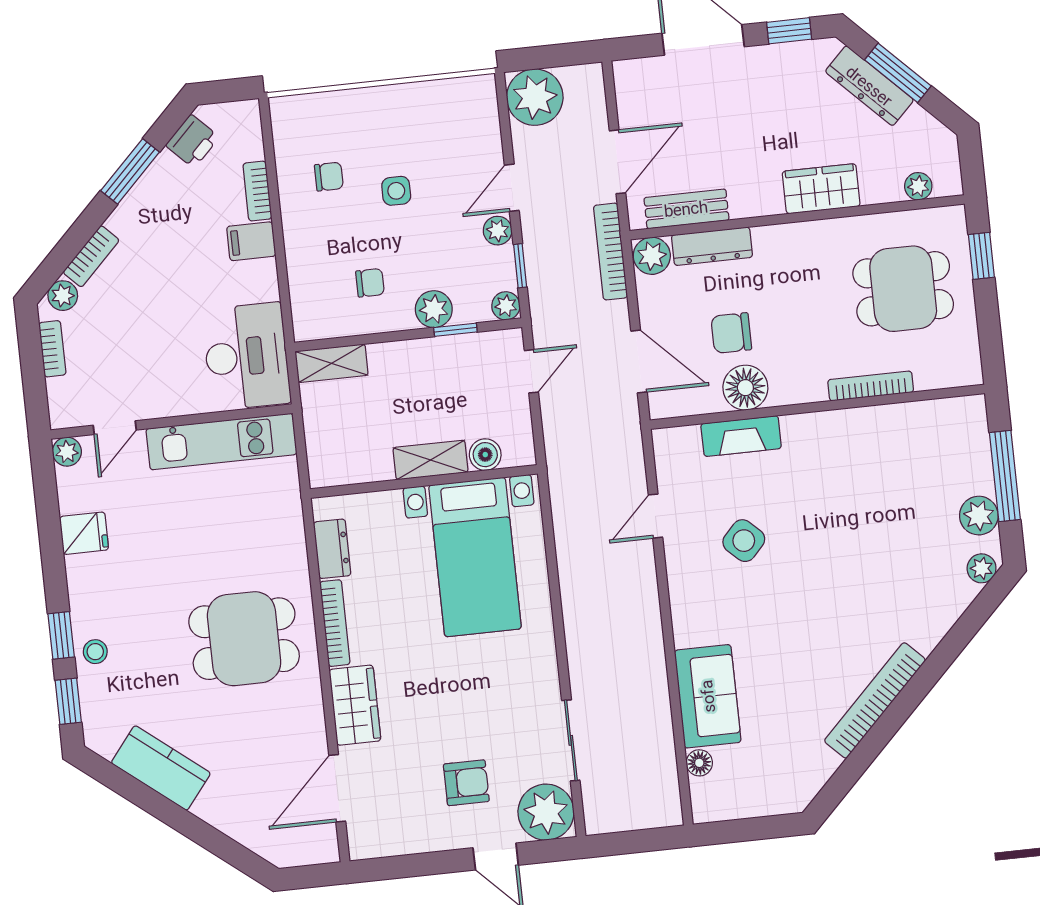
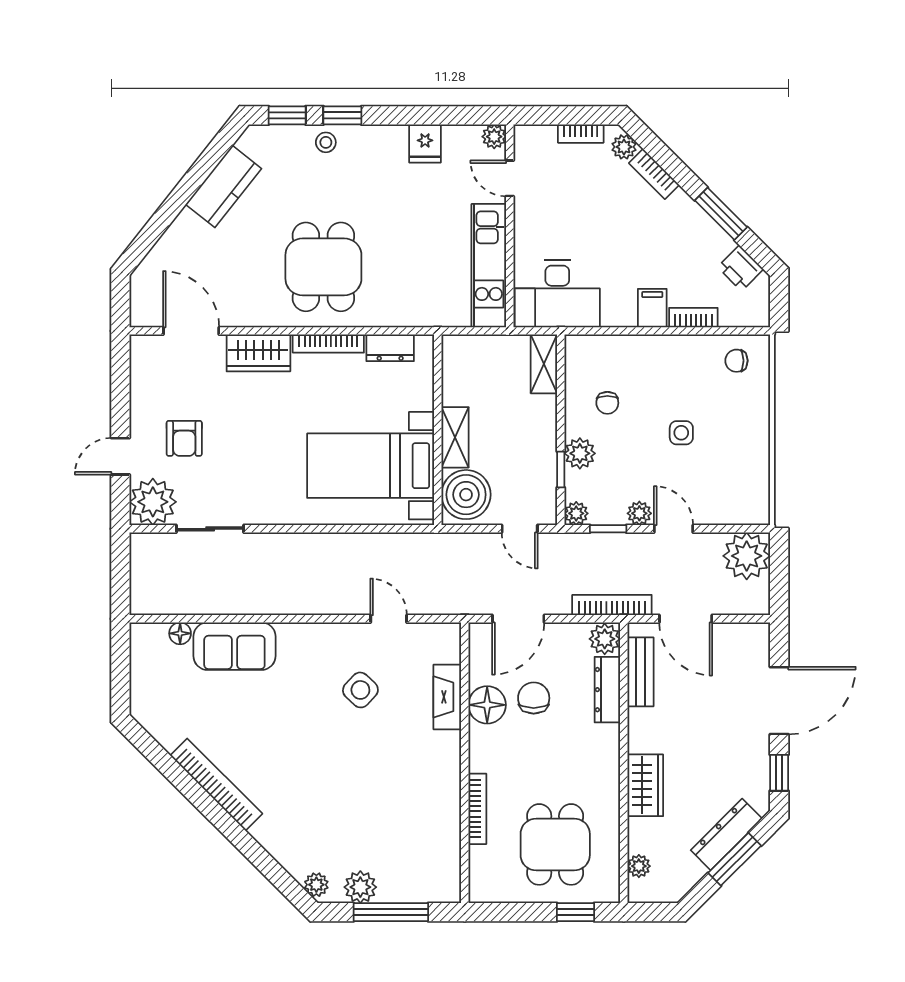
chair: (329, 177) -> (736, 361), moved, turned 90
boiler: (485, 455) -> (466, 495), width x1.86, depth x1.86

